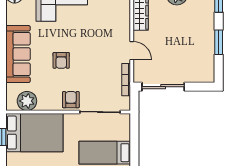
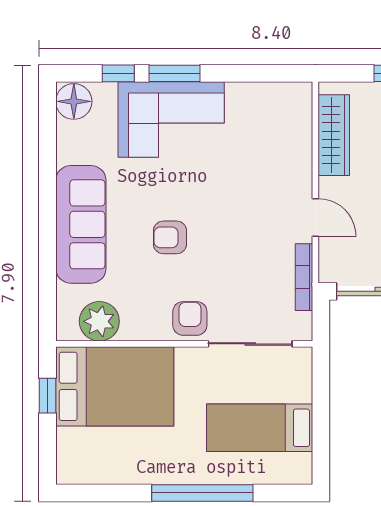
armchair: (61, 60) -> (170, 237), turned 90

